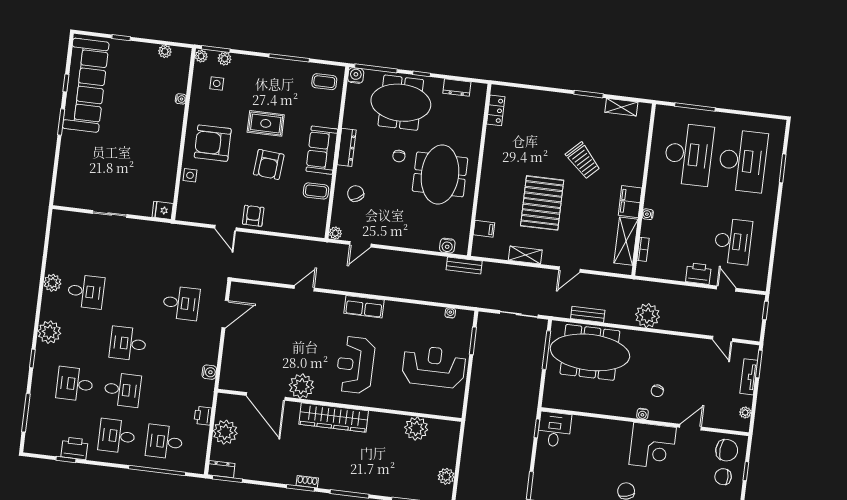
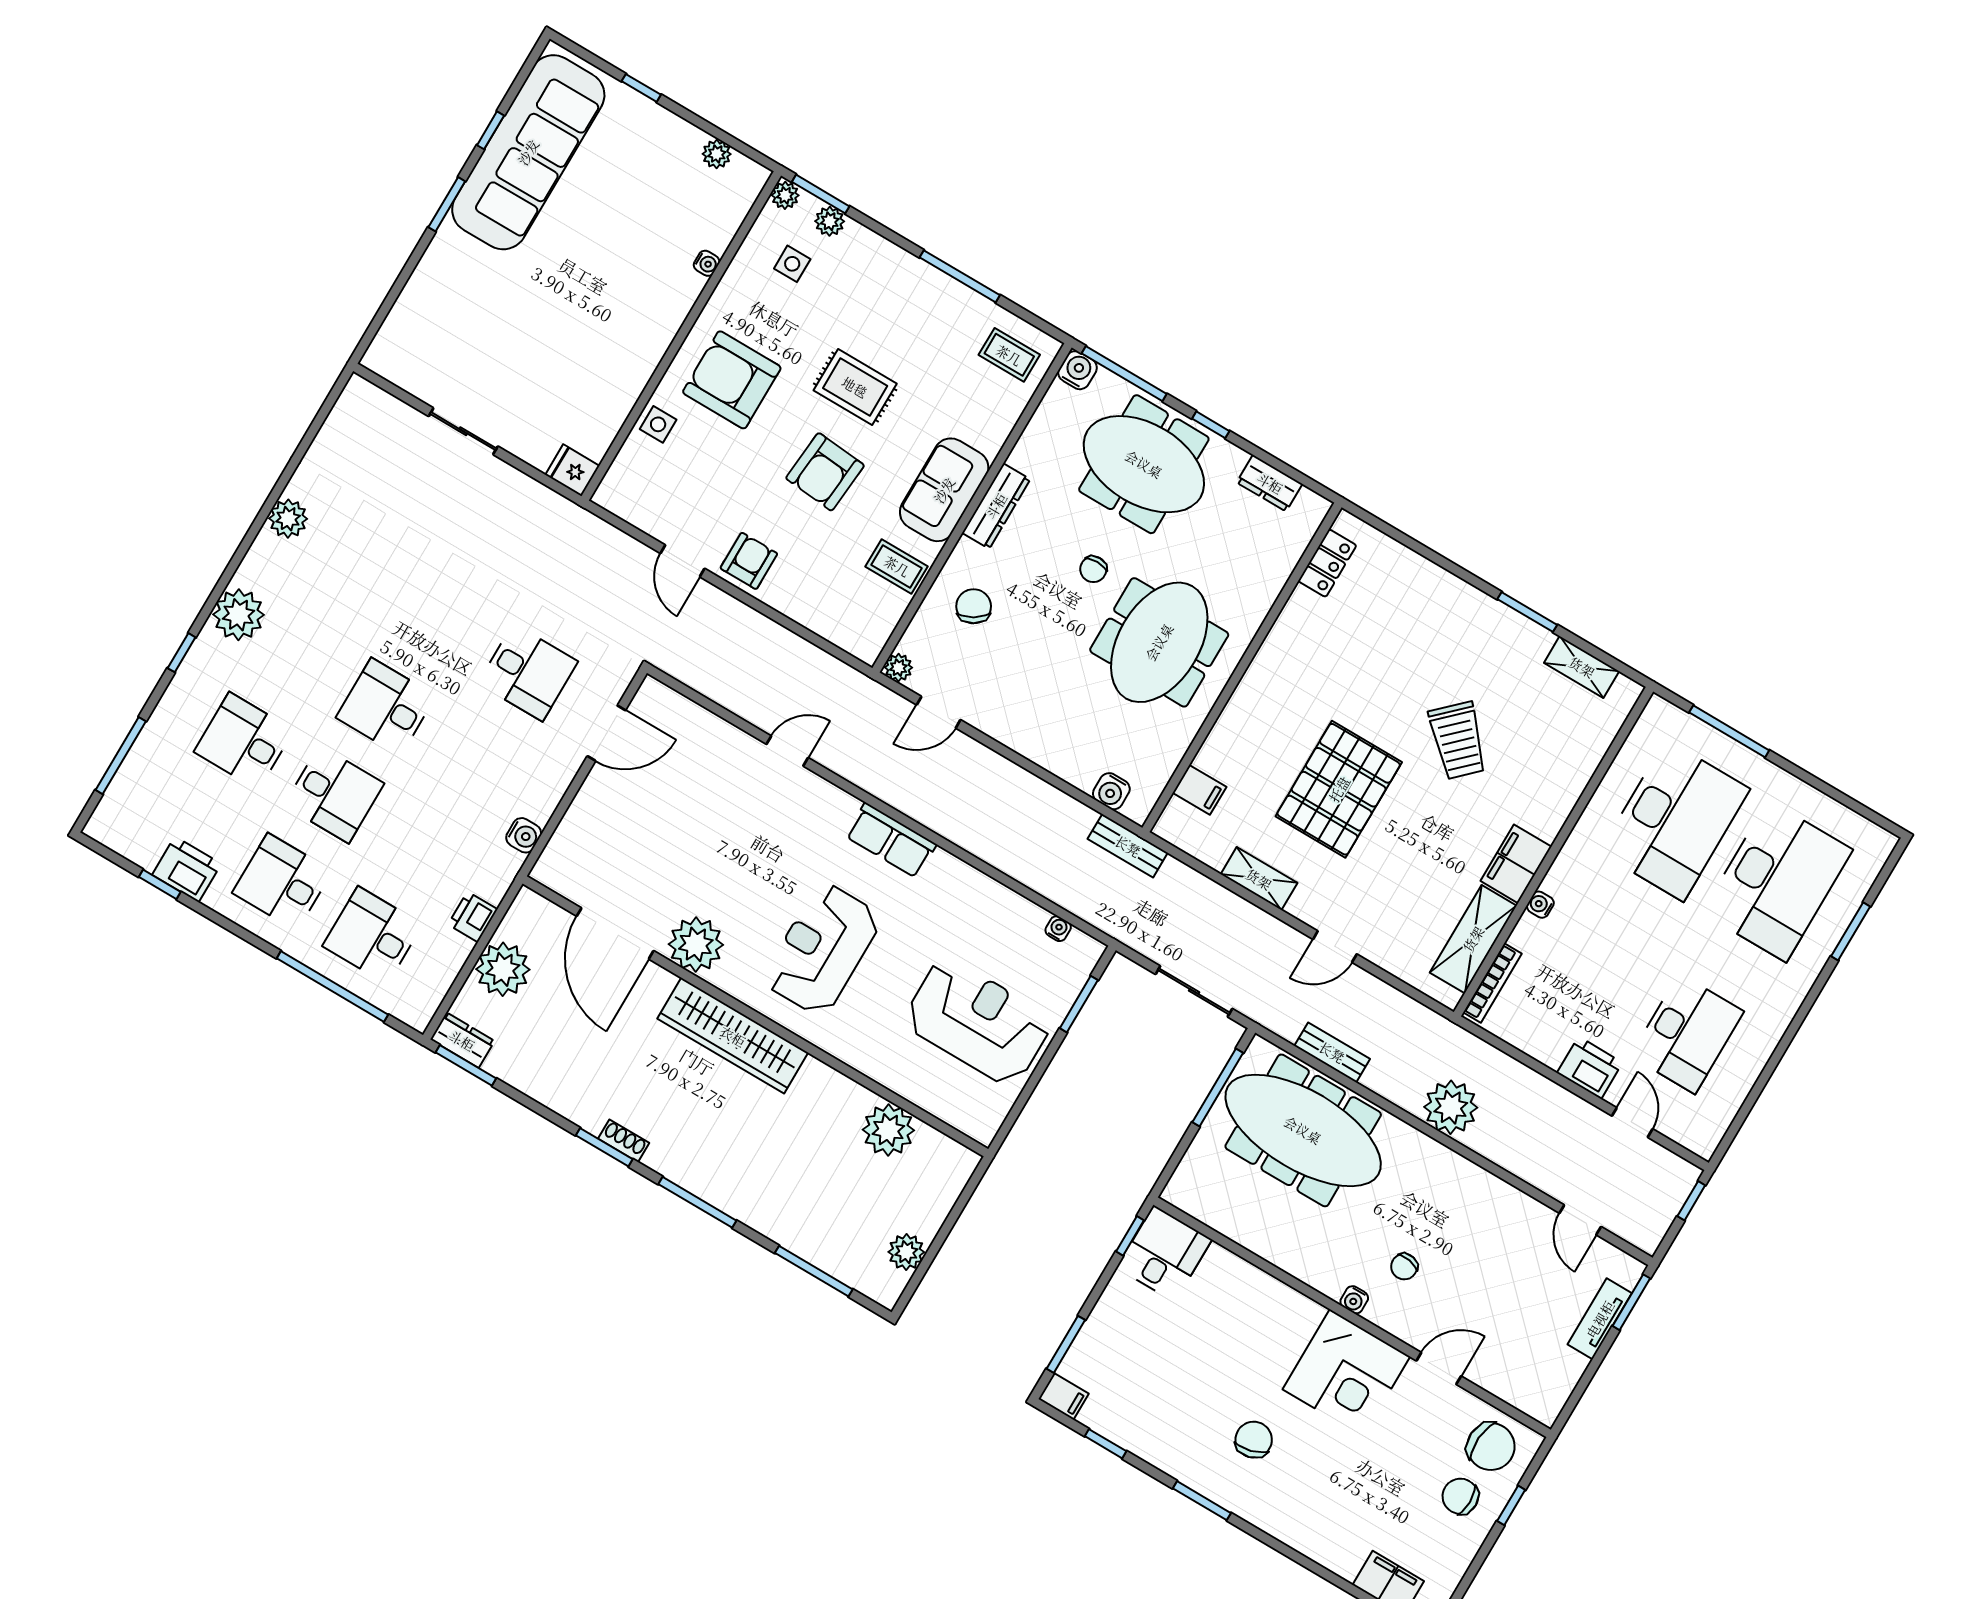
bookcase: (643, 249) -> (1493, 983), width x1.56
desk: (86, 292) -> (347, 566), removed
plant: (745, 412) -> (1561, 1387), removed

